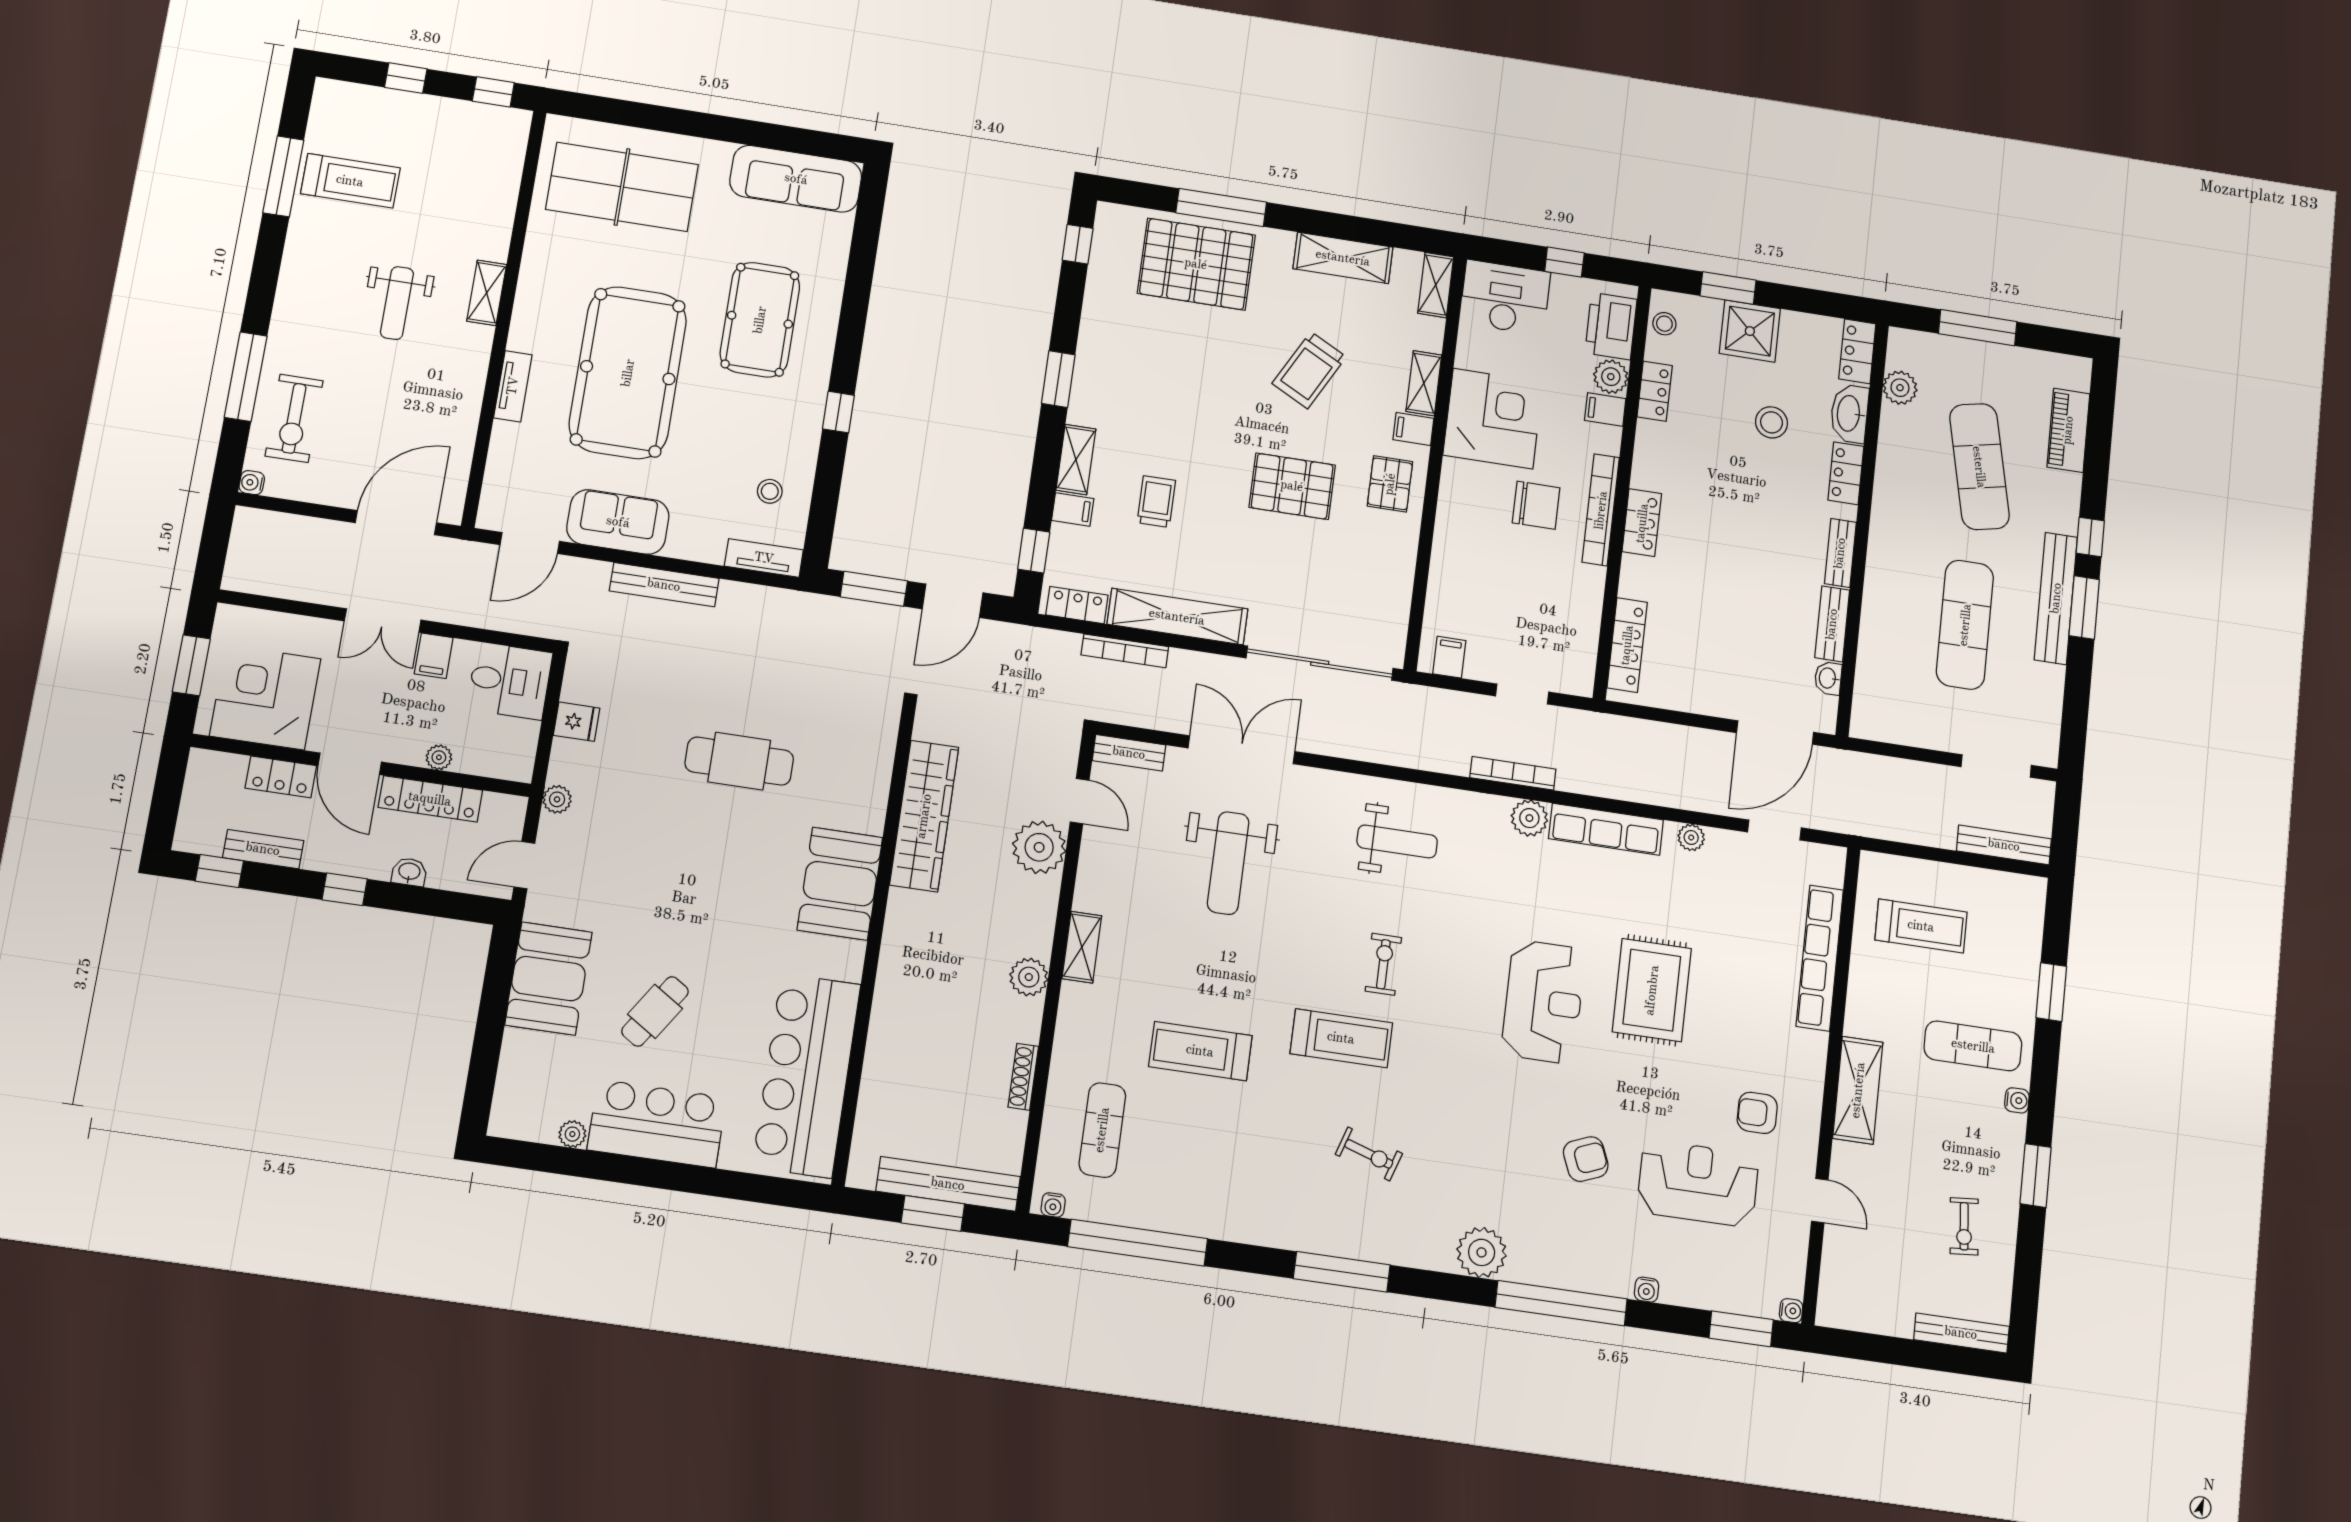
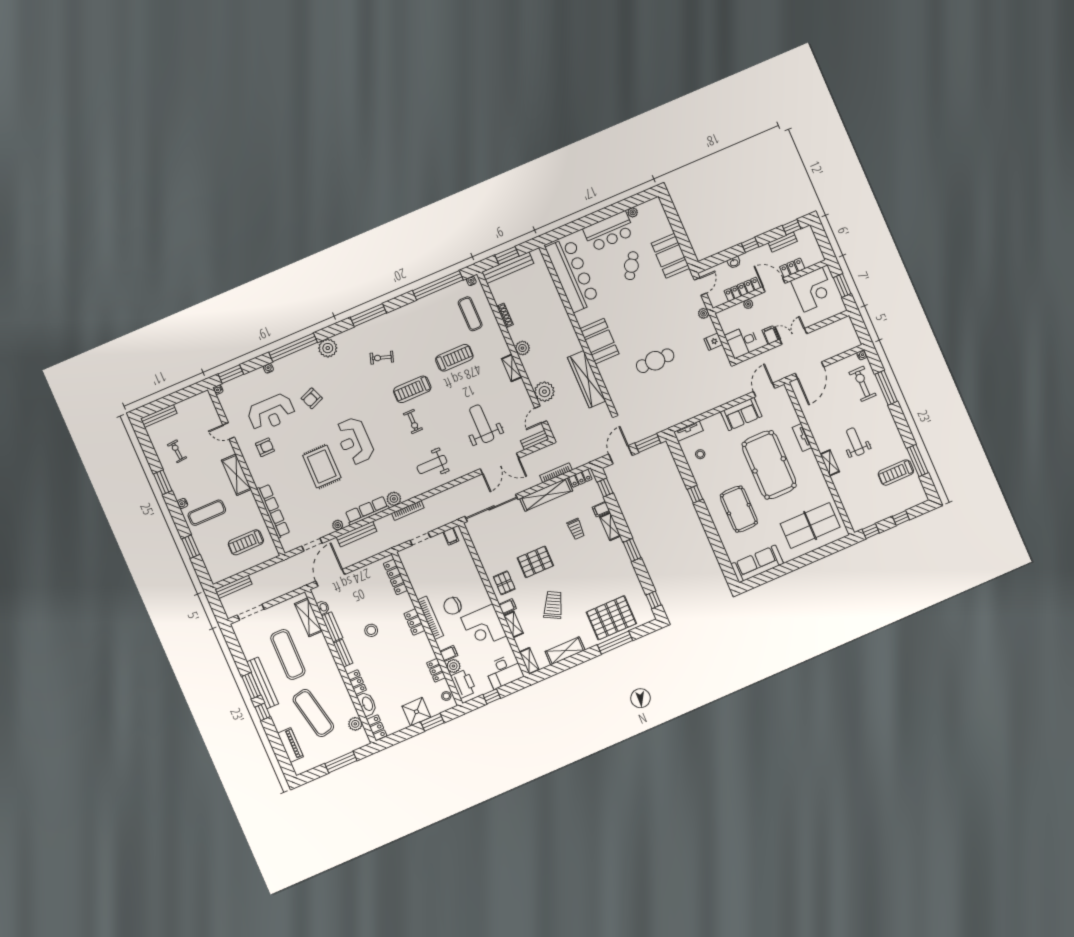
stool: (1771, 422) -> (371, 630), moved
bench: (664, 585) -> (357, 534), moved
shelving: (1873, 677) -> (308, 617), added
door: (1080, 801) -> (541, 415), hinge flipped

